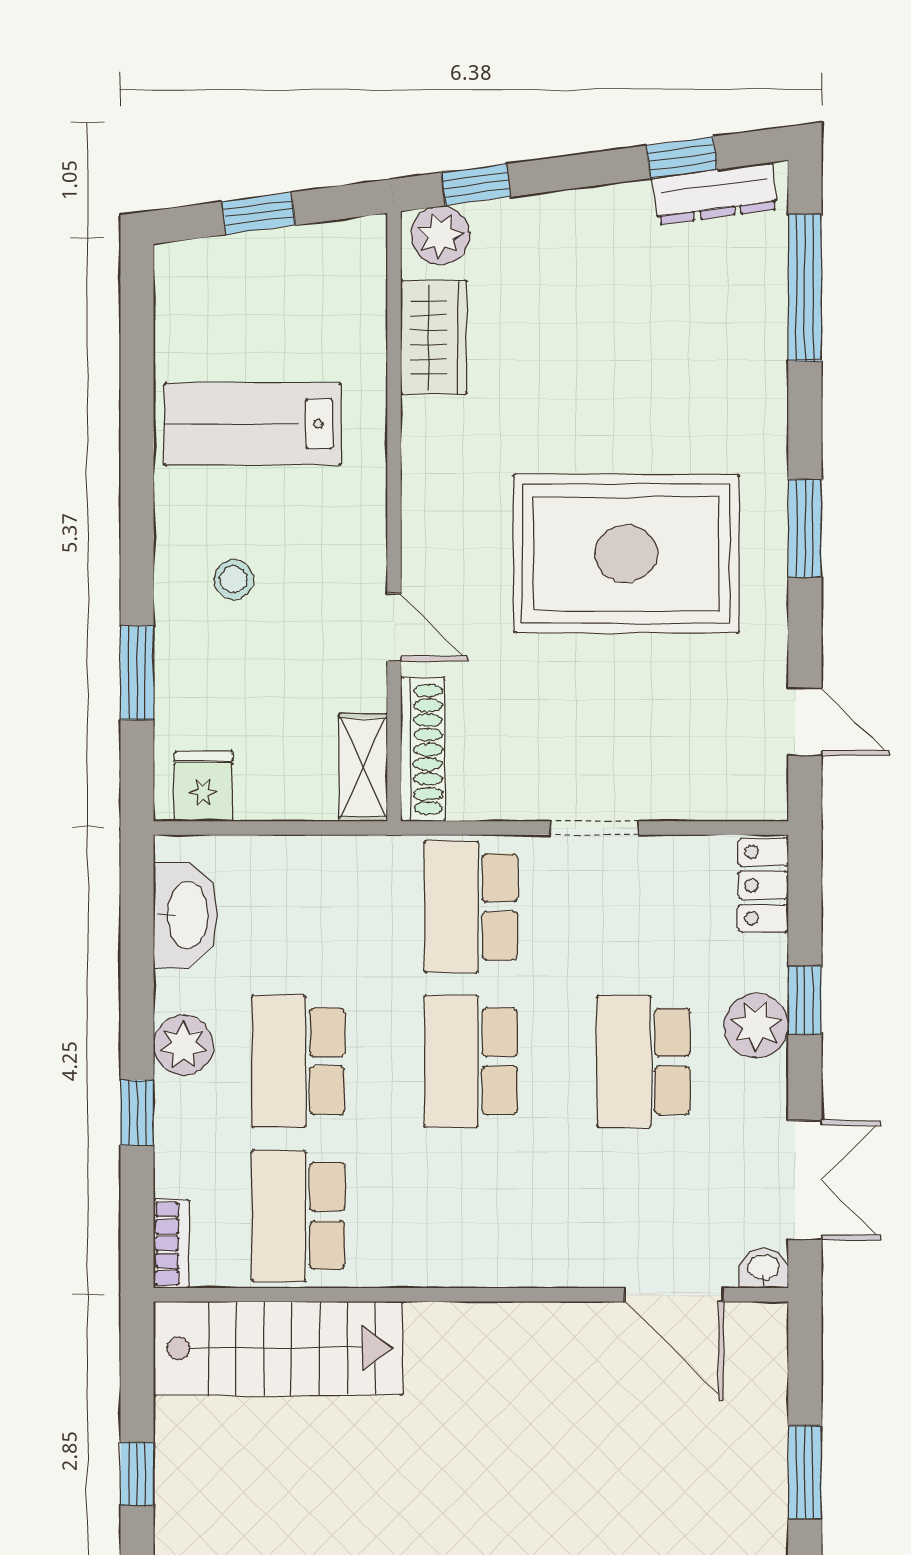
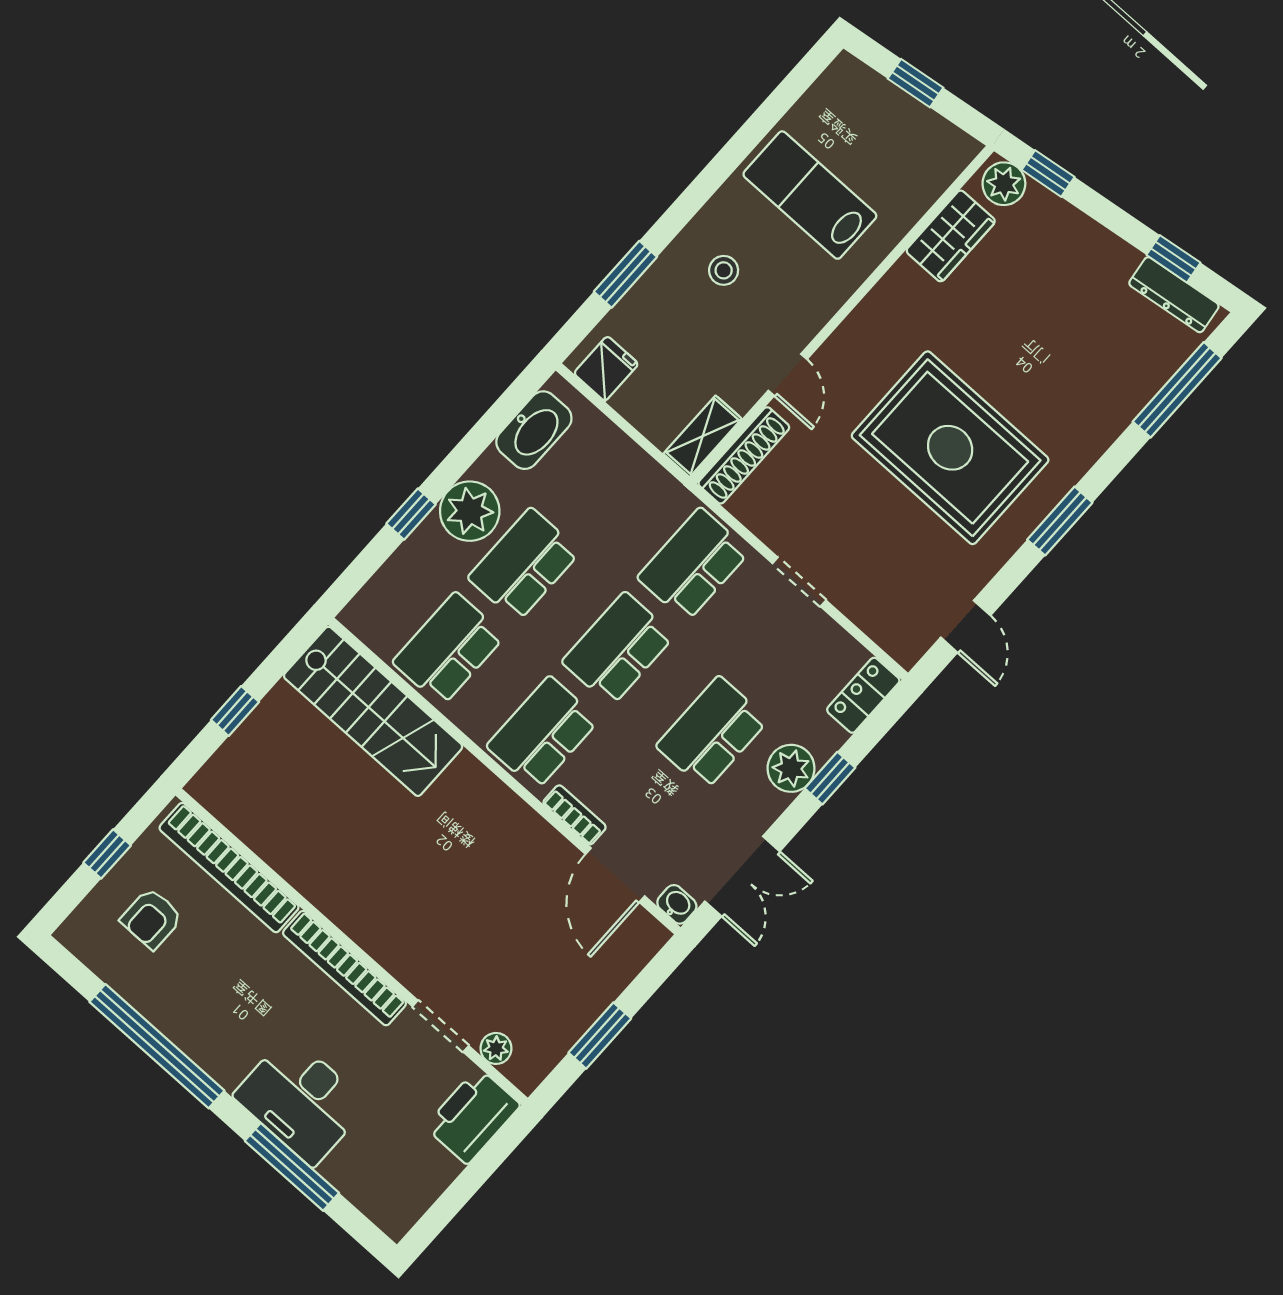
plant: (183, 1045) -> (470, 511), width x1.36, depth x1.36
school desk: (471, 1216) -> (543, 733), added
bookcase: (171, 1244) -> (575, 815), moved, turned -90

